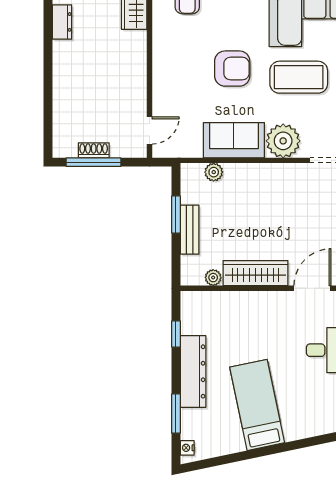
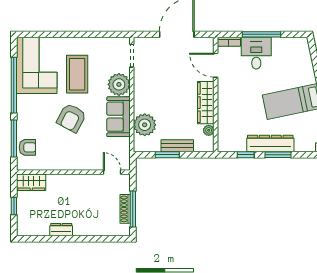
dresser: (62, 22) -> (61, 230), moved
armchair: (232, 69) -> (71, 118), turned -152
shoe rack: (94, 150) -> (125, 209), width x1.43
plant: (214, 172) -> (145, 125), width x1.87, depth x1.87
window: (176, 414) -> (278, 155), moved

